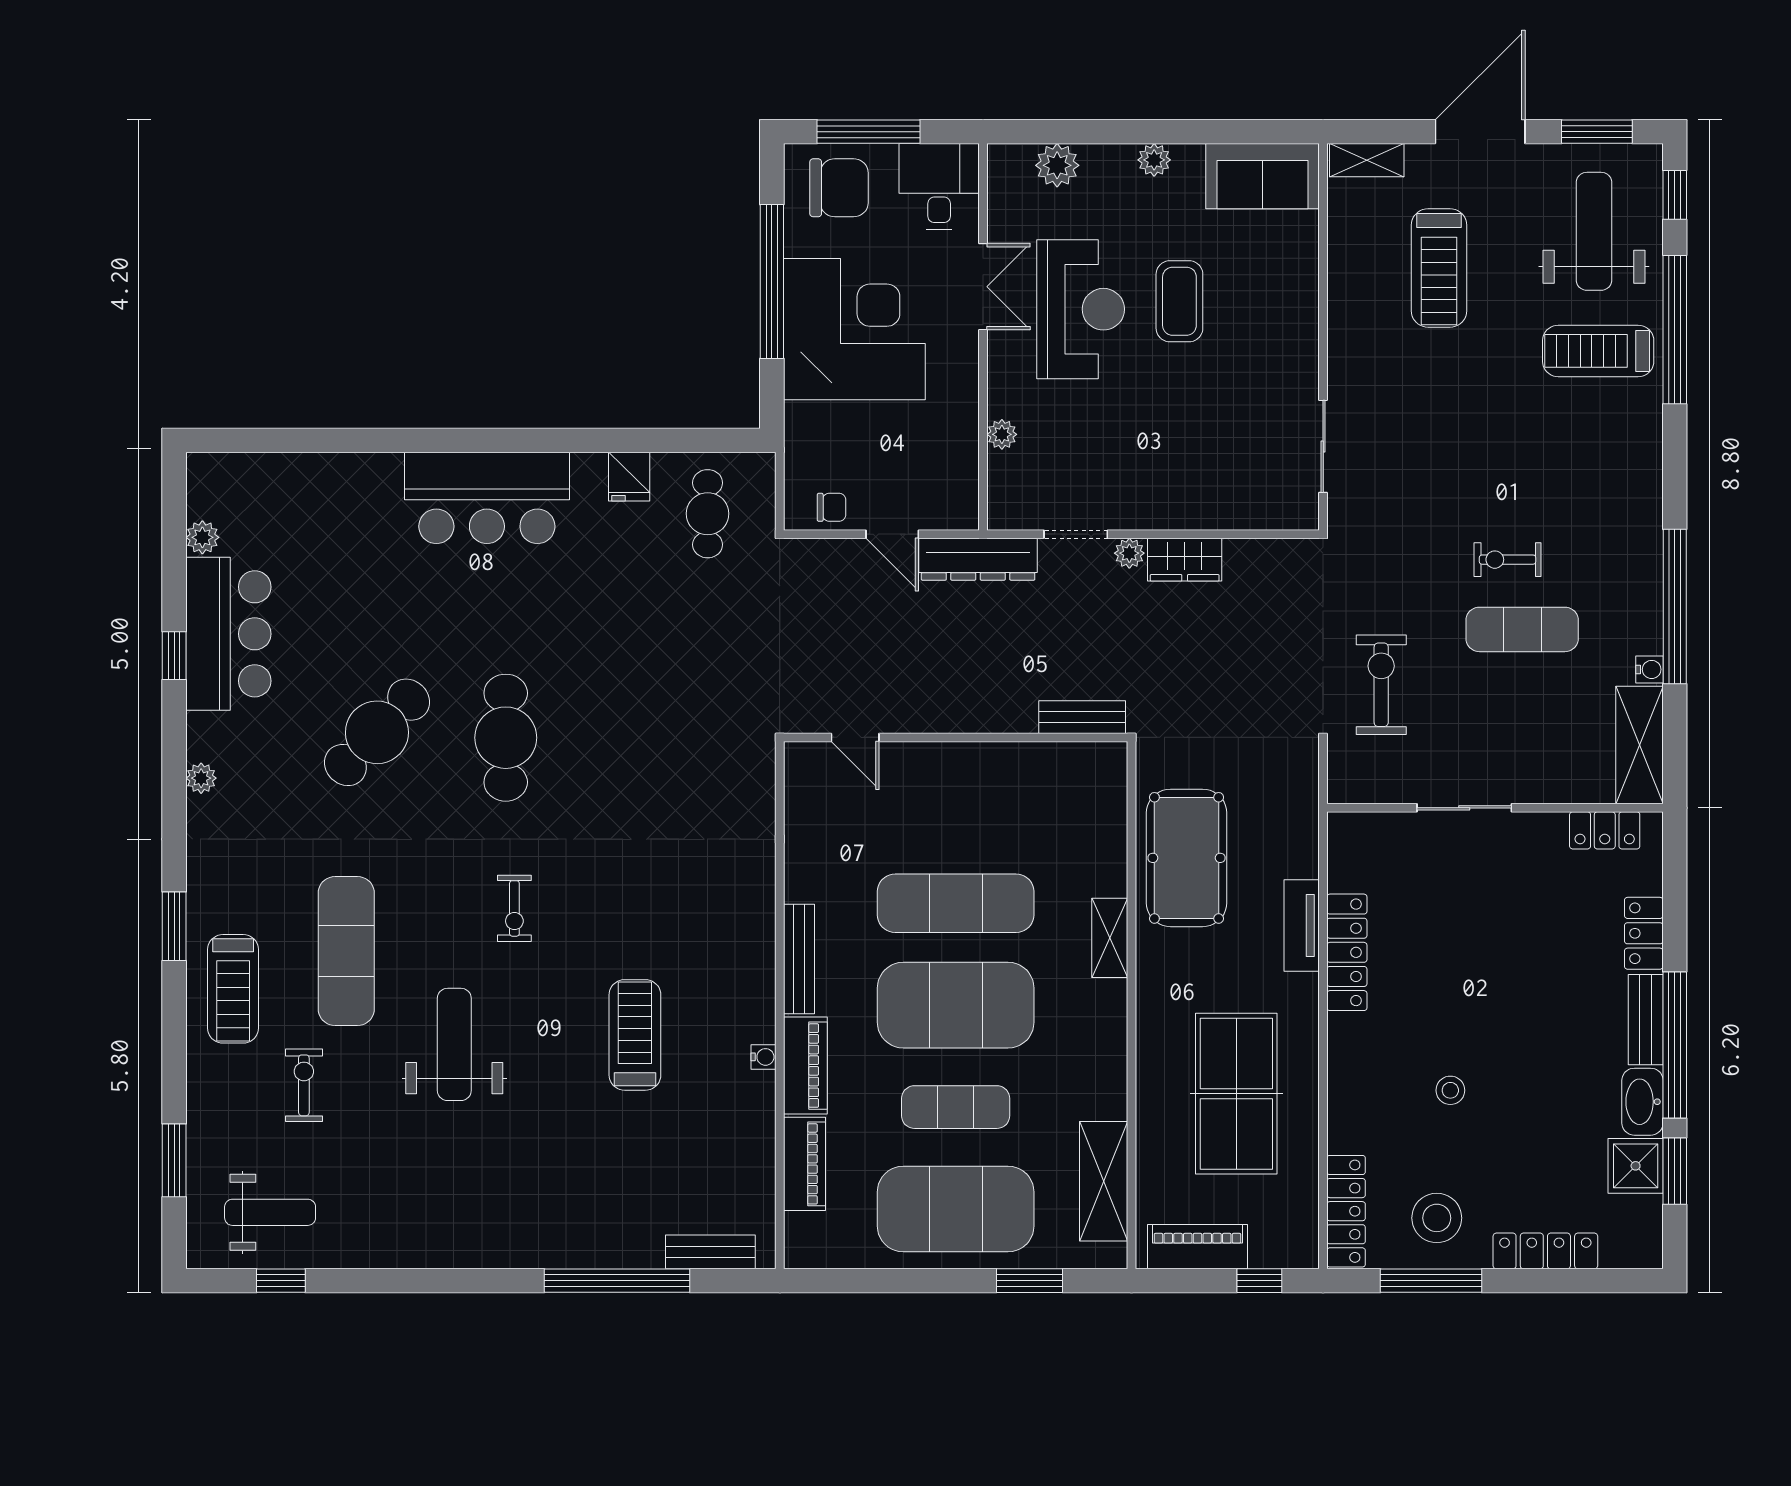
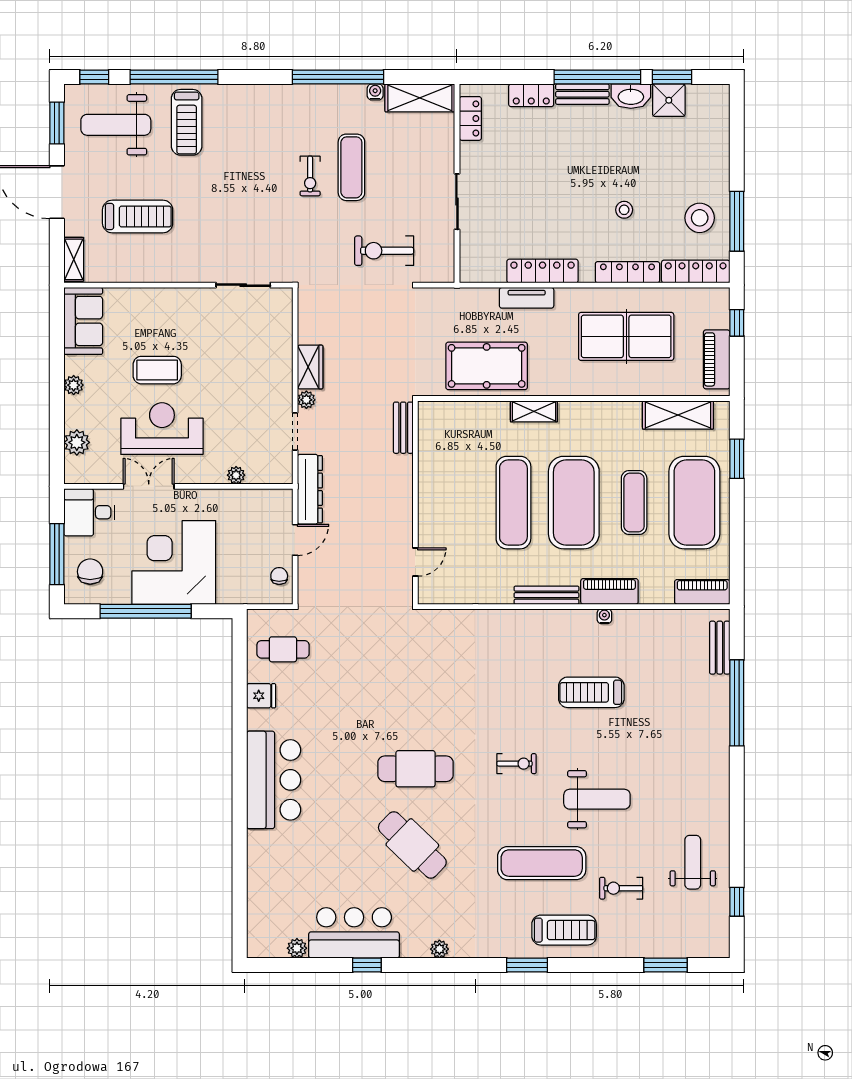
chair: (839, 188) -> (90, 572), width x0.73, depth x0.73
weight bench: (454, 1044) -> (597, 799), turned 180
piano: (805, 1164) -> (702, 592), moved
weight bench: (270, 1212) -> (693, 862), moved
locker: (1545, 1251) -> (627, 272), moved, turned 90

